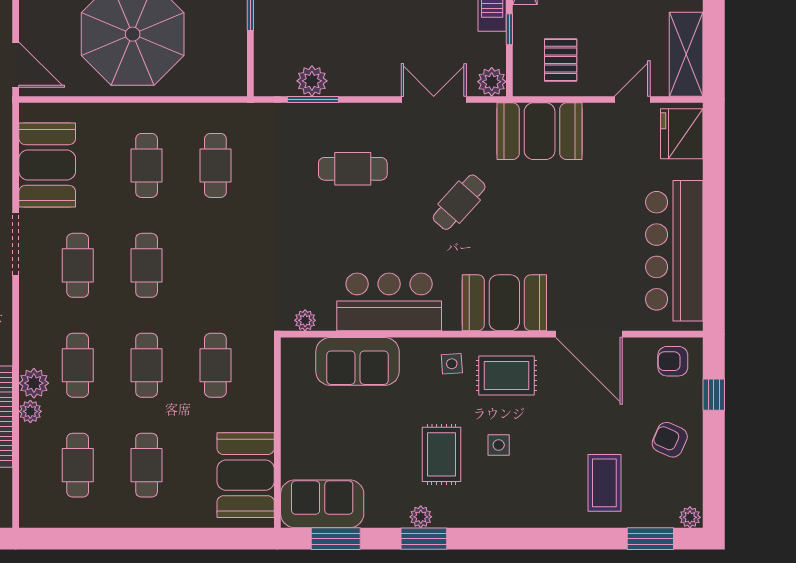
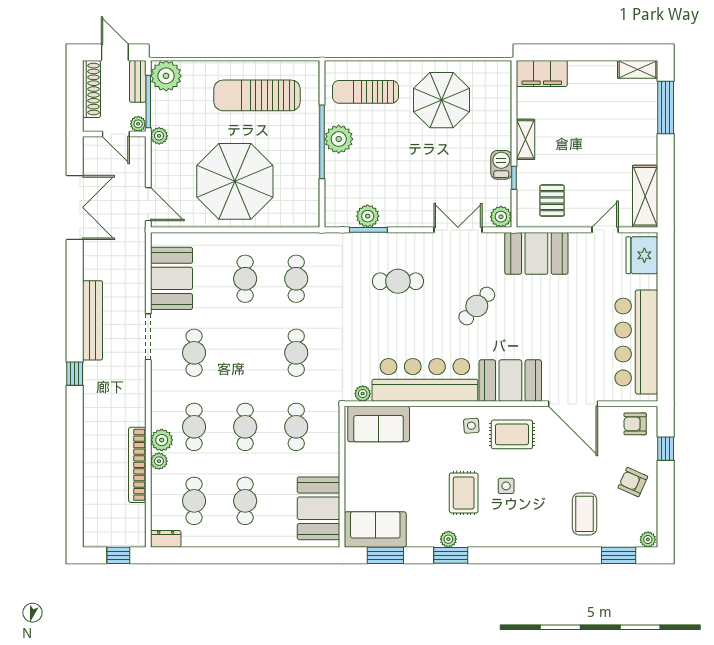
cafe table: (147, 265) -> (296, 353), moved
bar counter: (389, 302) -> (425, 380), width x1.36
sofa: (357, 361) -> (379, 424), moved
dresser: (39, 516) -> (166, 539), added

